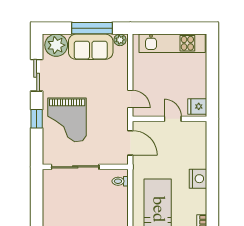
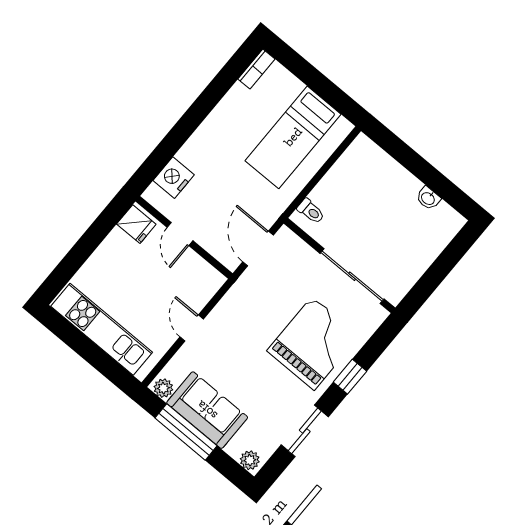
plant: (56, 45) -> (250, 460), width x0.53, depth x0.53
door: (130, 99) -> (192, 328), moved
nightstand: (198, 179) -> (174, 178), moved

